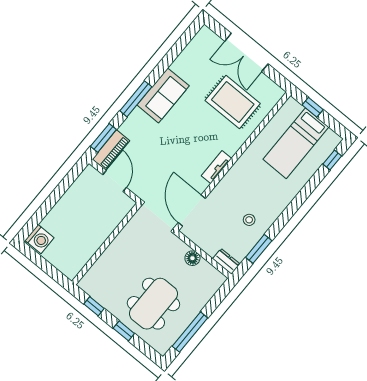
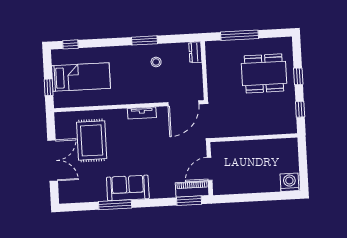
window: (136, 99) -> (115, 205), moved
window: (259, 249) -> (145, 40), moved
floor lamp: (192, 258) -> (213, 75), removed
window: (190, 332) -> (240, 35), moved

